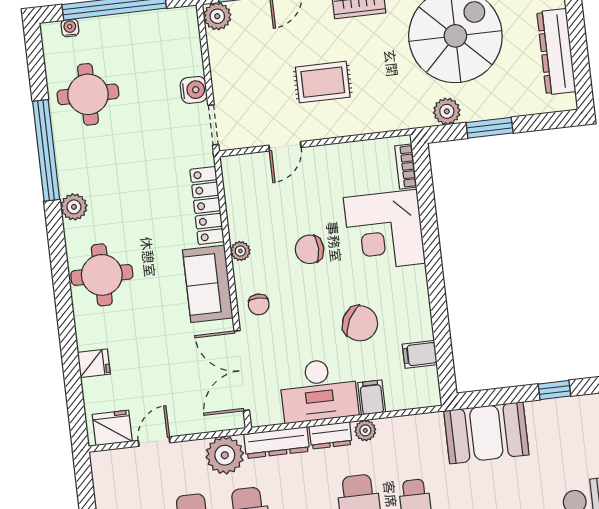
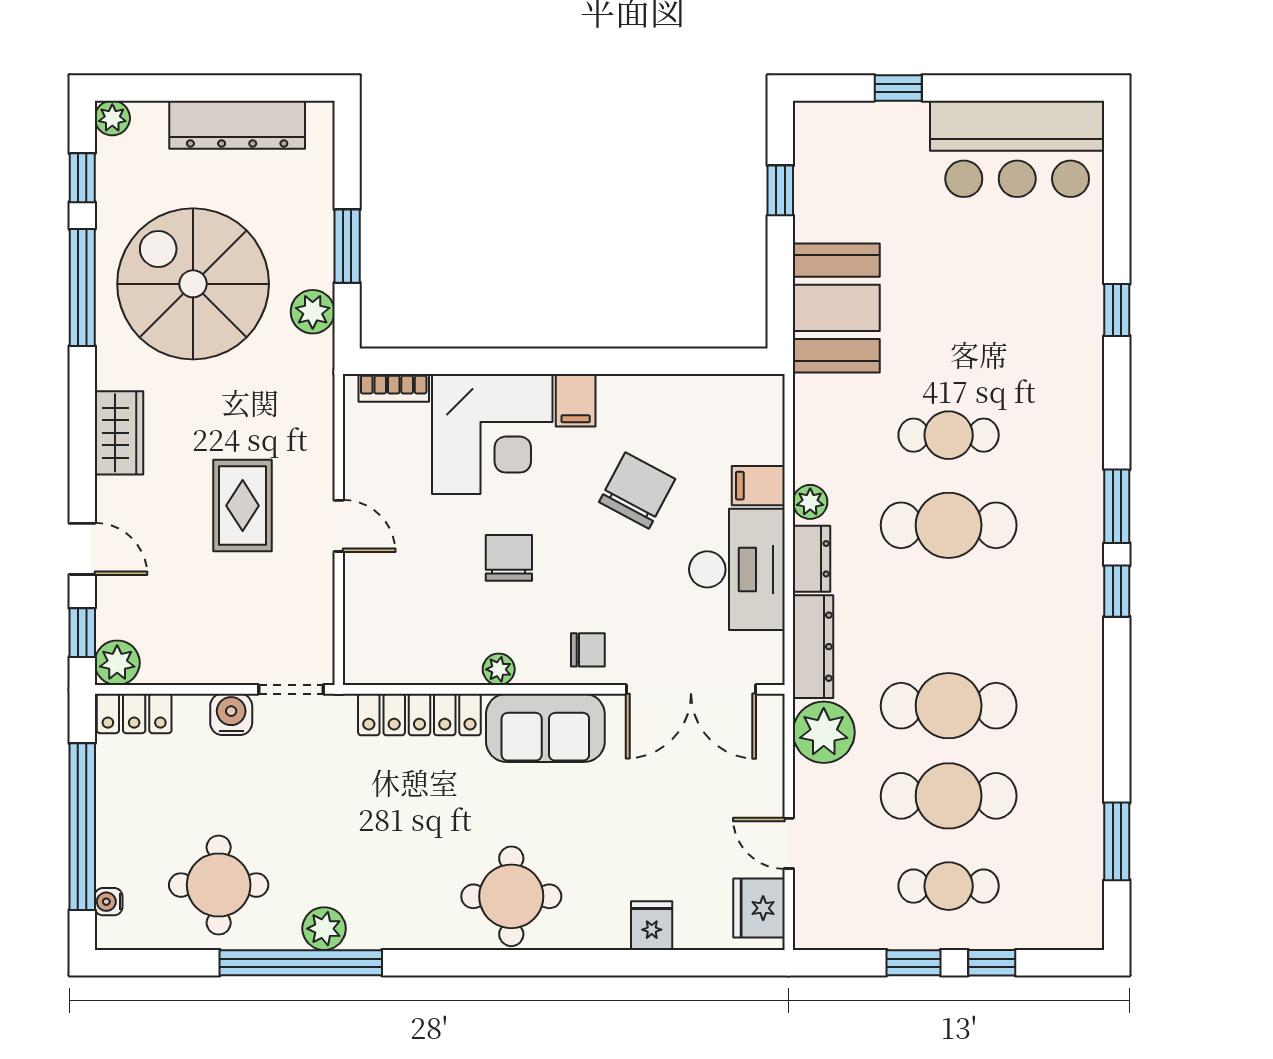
locker: (187, 30) -> (134, 713), added
door: (285, 146) -> (339, 526), moved
plant: (74, 207) -> (324, 929), moved
chair: (310, 249) -> (509, 558), turned 180
filing cabinet: (420, 354) -> (576, 400), moved

